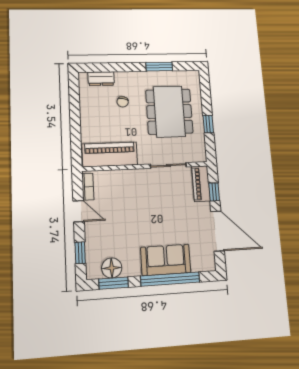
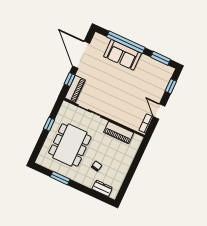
piano: (110, 154) -> (119, 133), width x0.73, depth x0.75
floor lamp: (112, 268) -> (157, 68), removed

